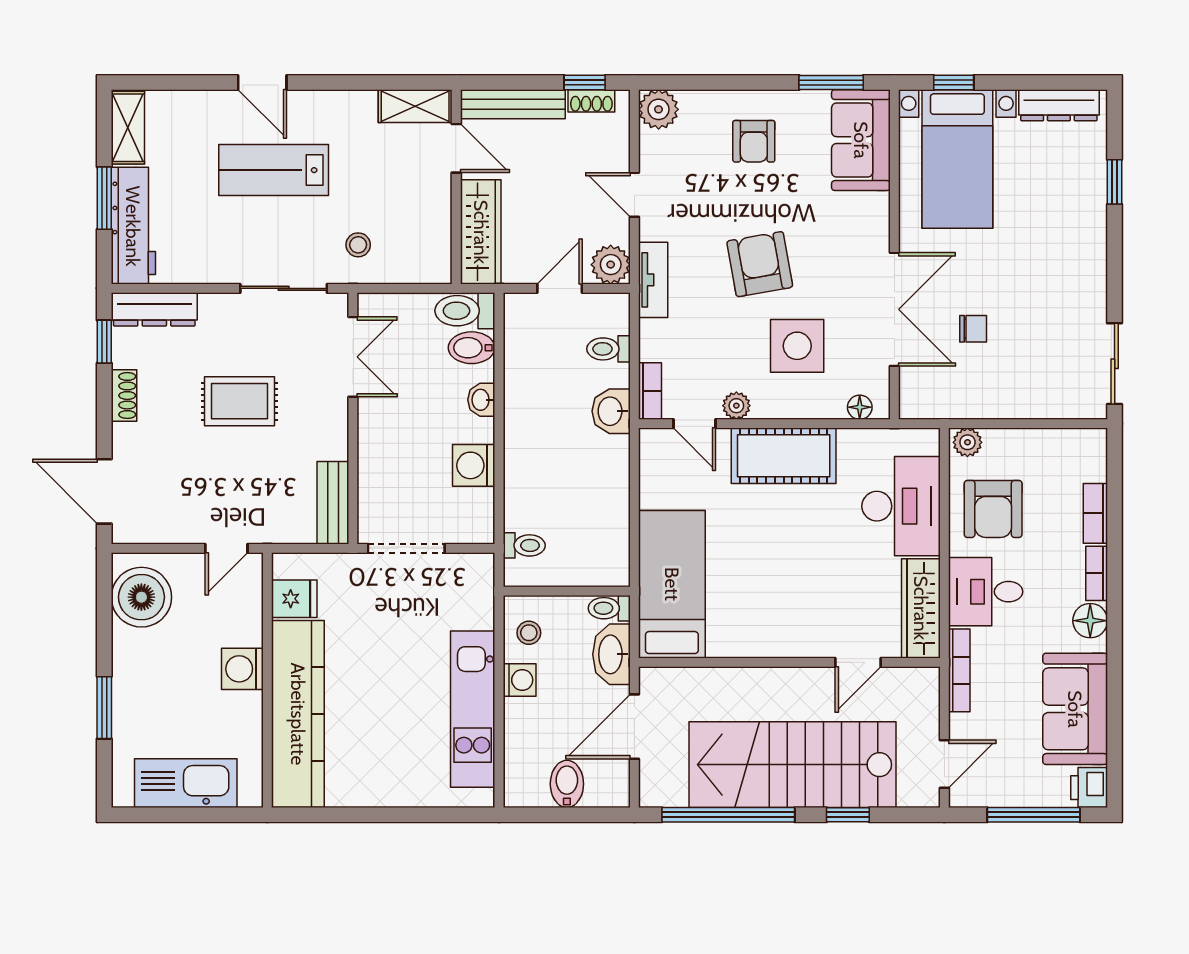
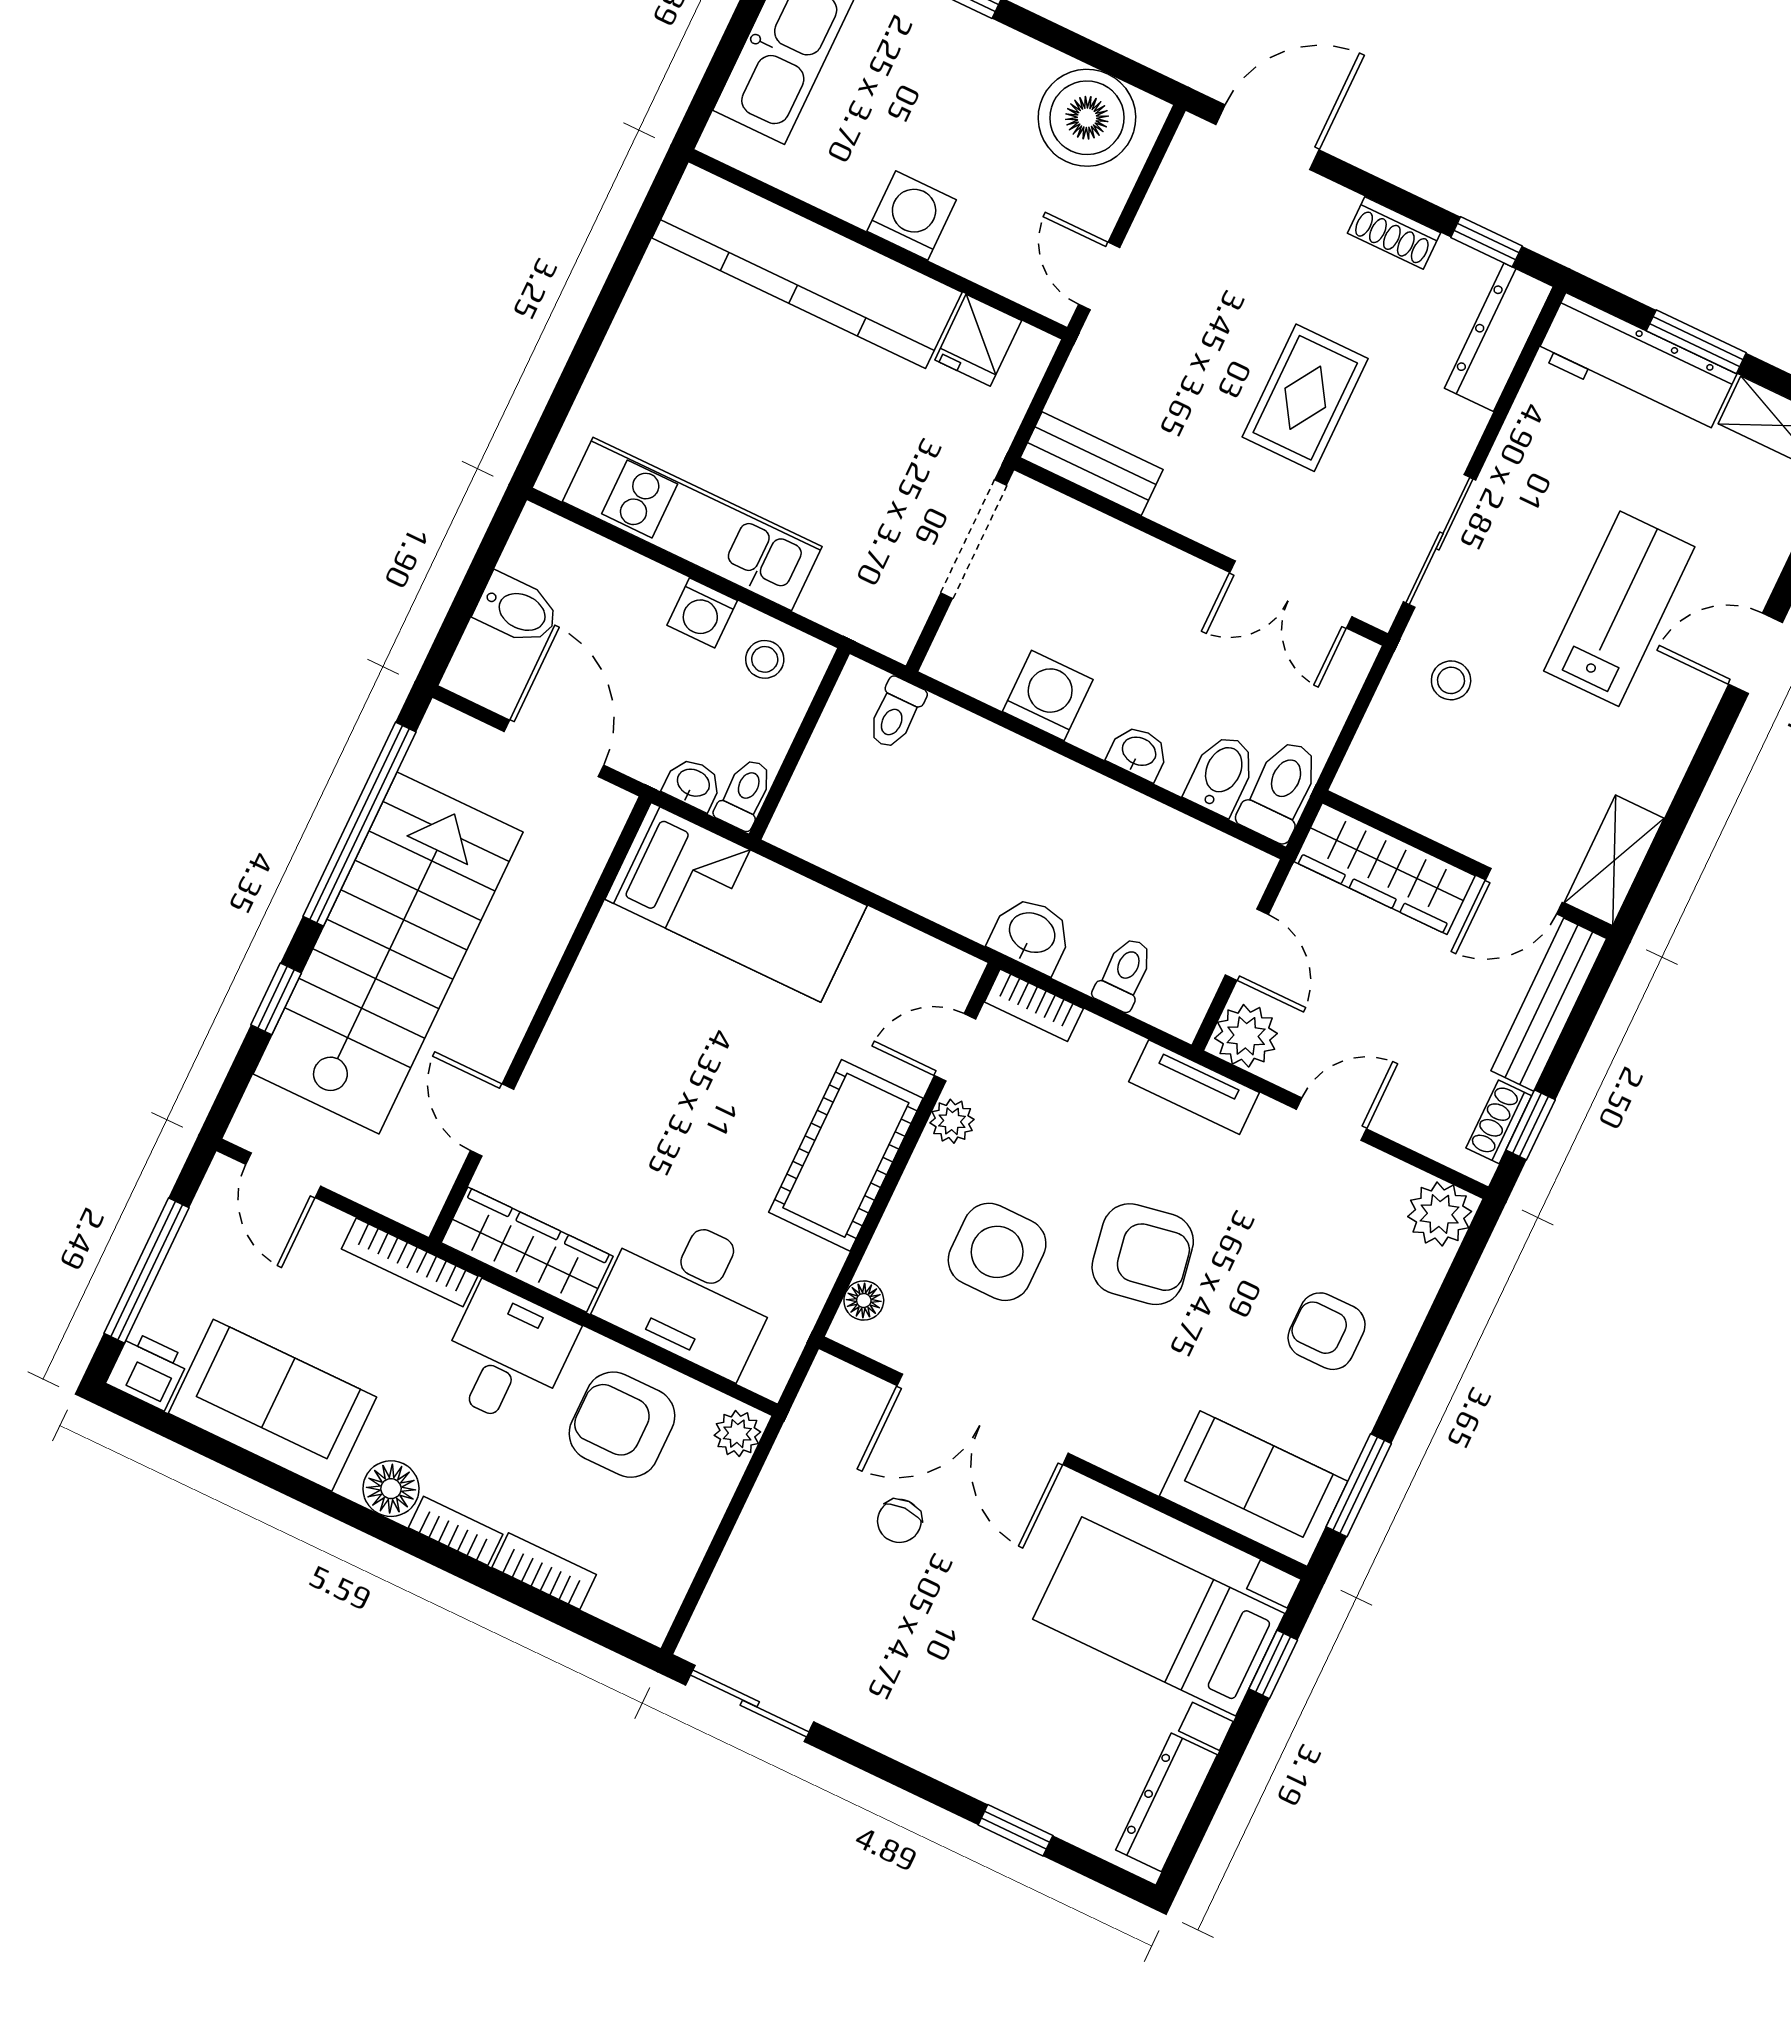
washbasin: (612, 654) -> (693, 784), width x0.52, depth x0.69

